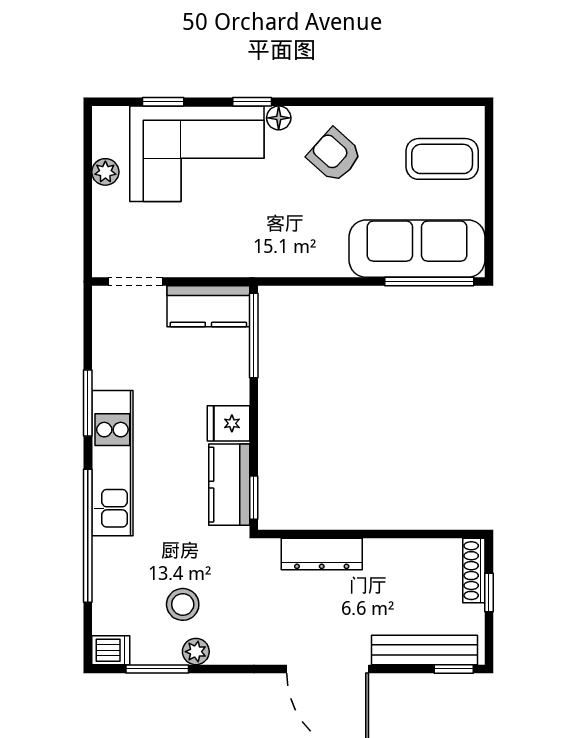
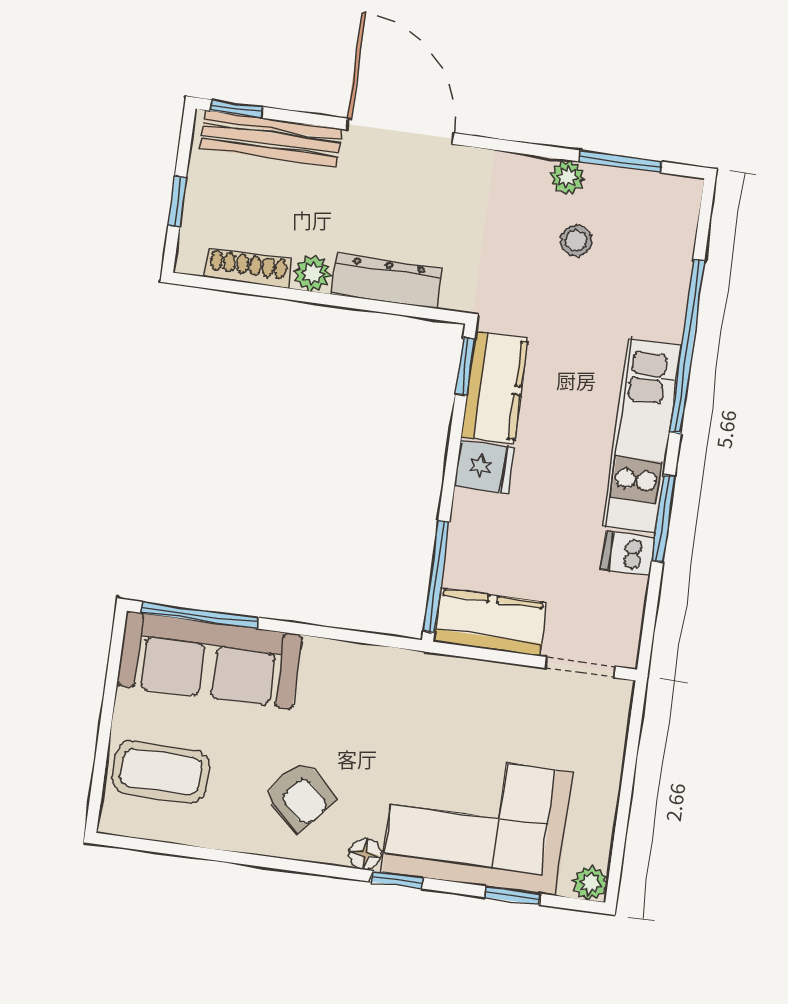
plant: (105, 172) -> (590, 883), moved
plant: (379, 552) -> (313, 273), added
shoe rack: (474, 571) -> (248, 268), moved, turned -90
stool: (183, 604) -> (576, 241), width x0.73, depth x0.73
dishwasher: (111, 650) -> (628, 553), moved

